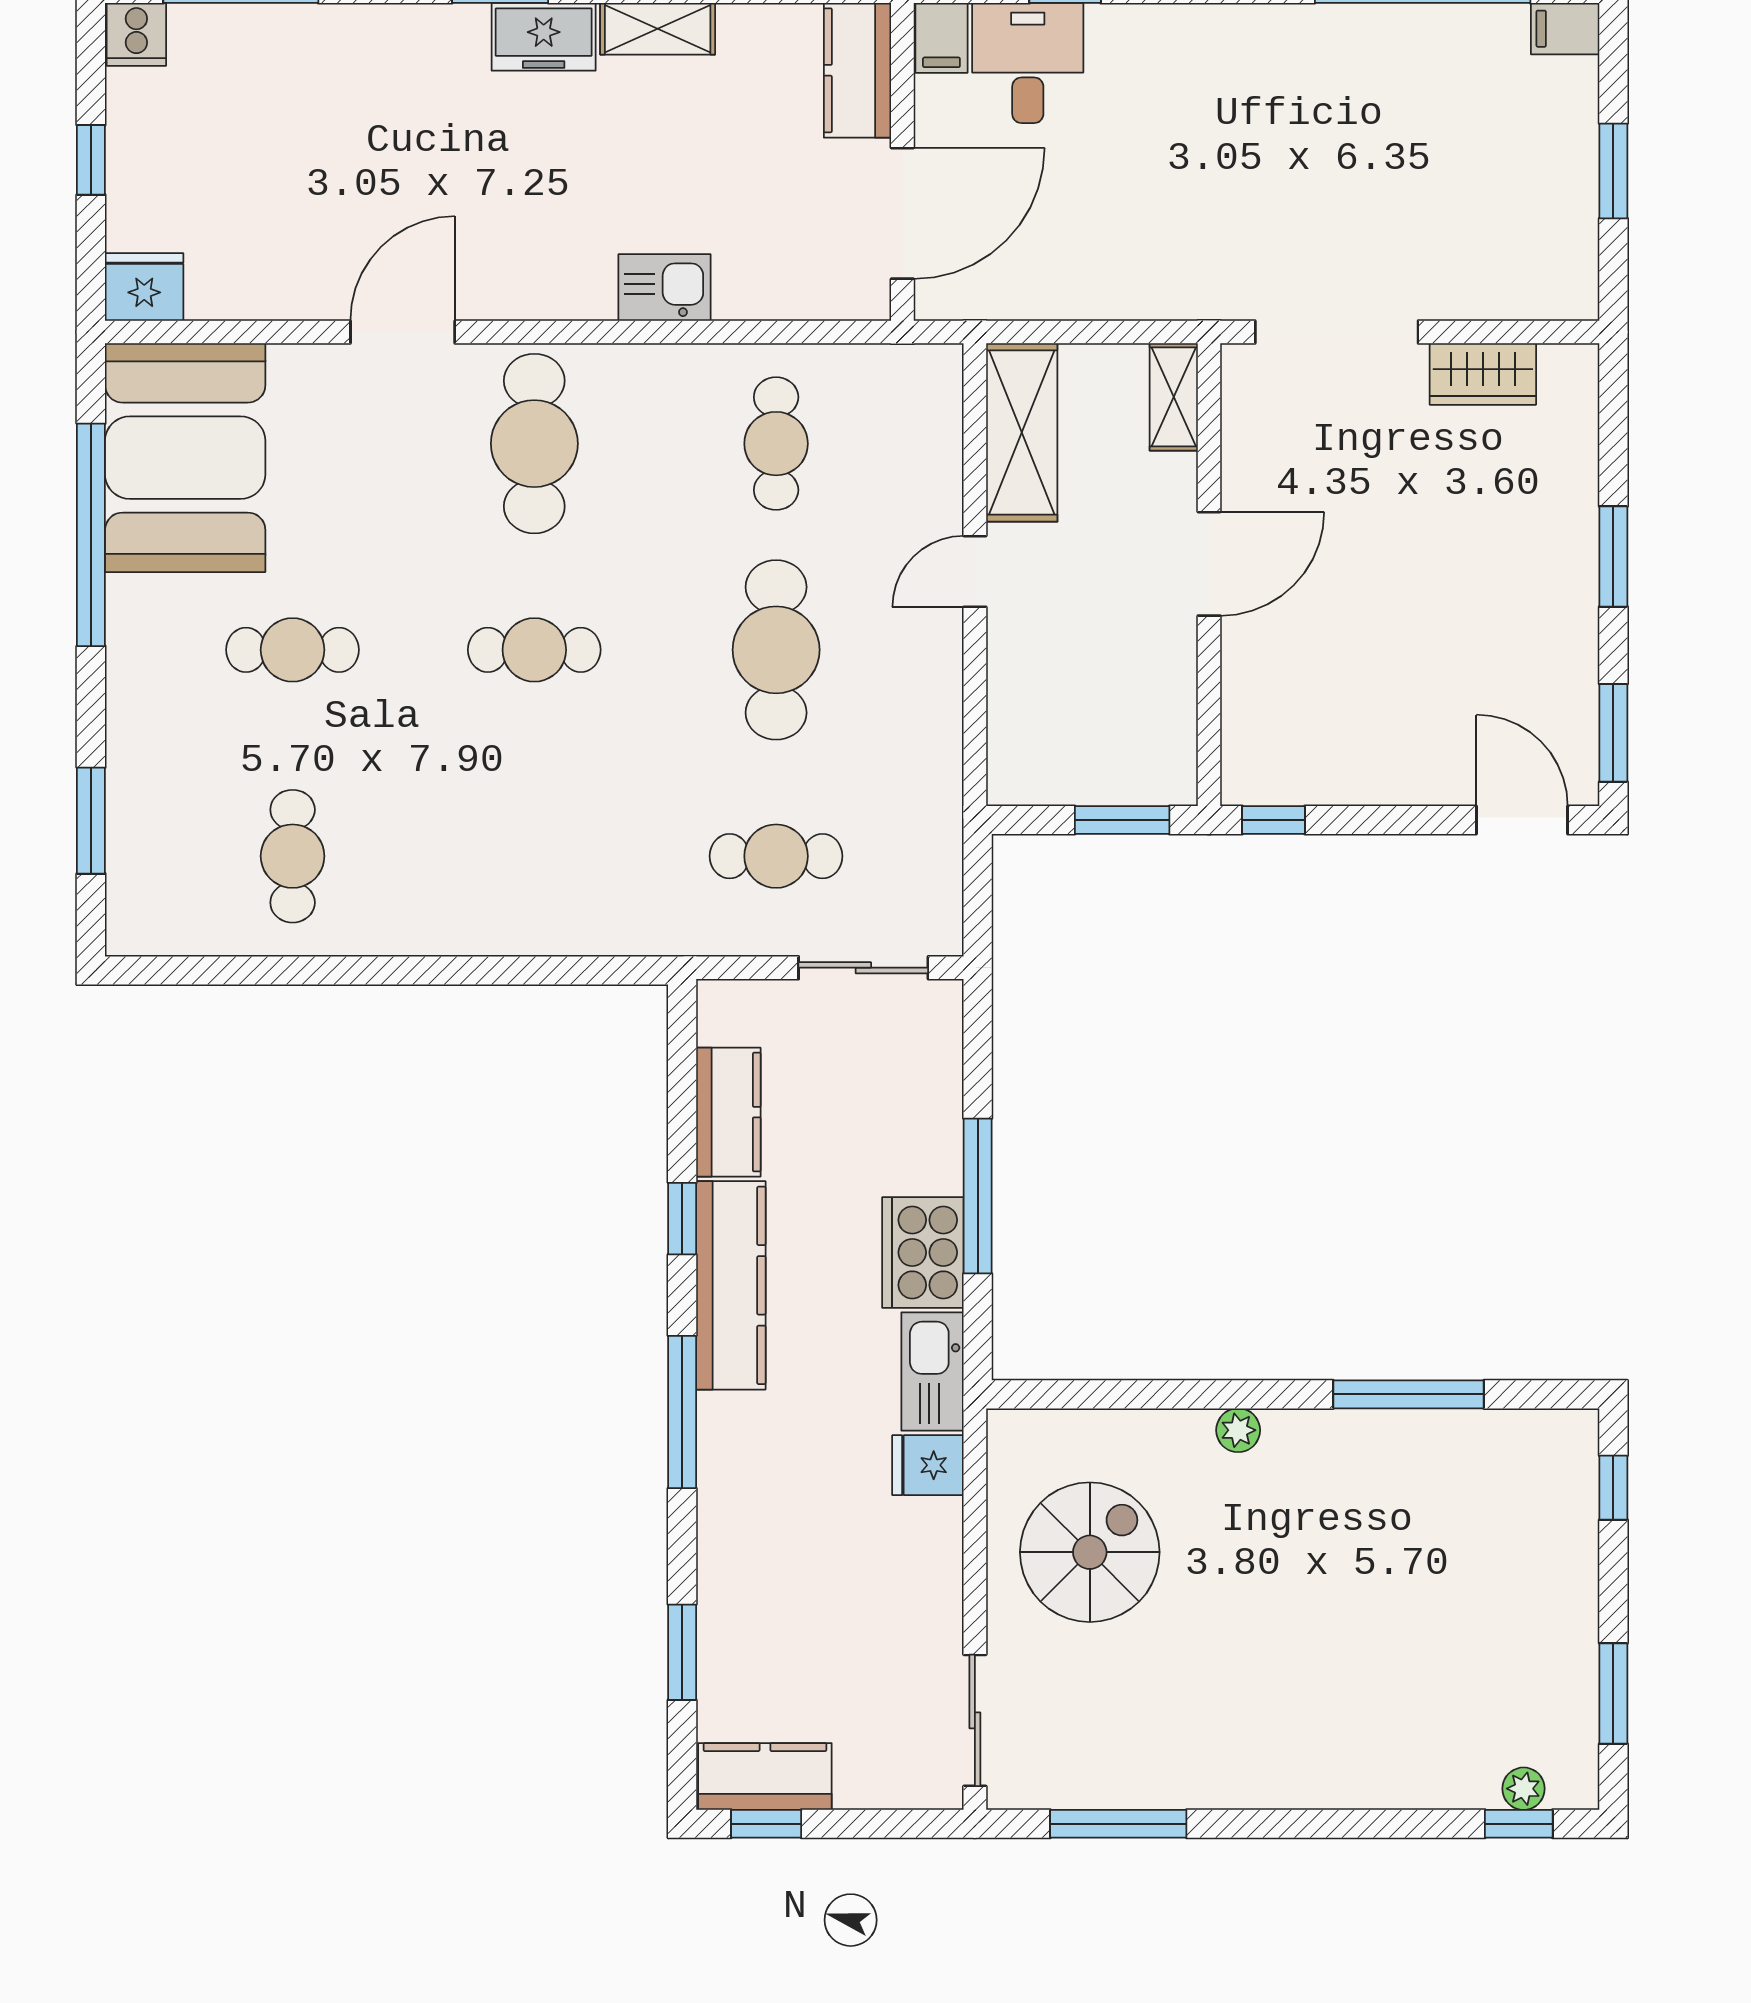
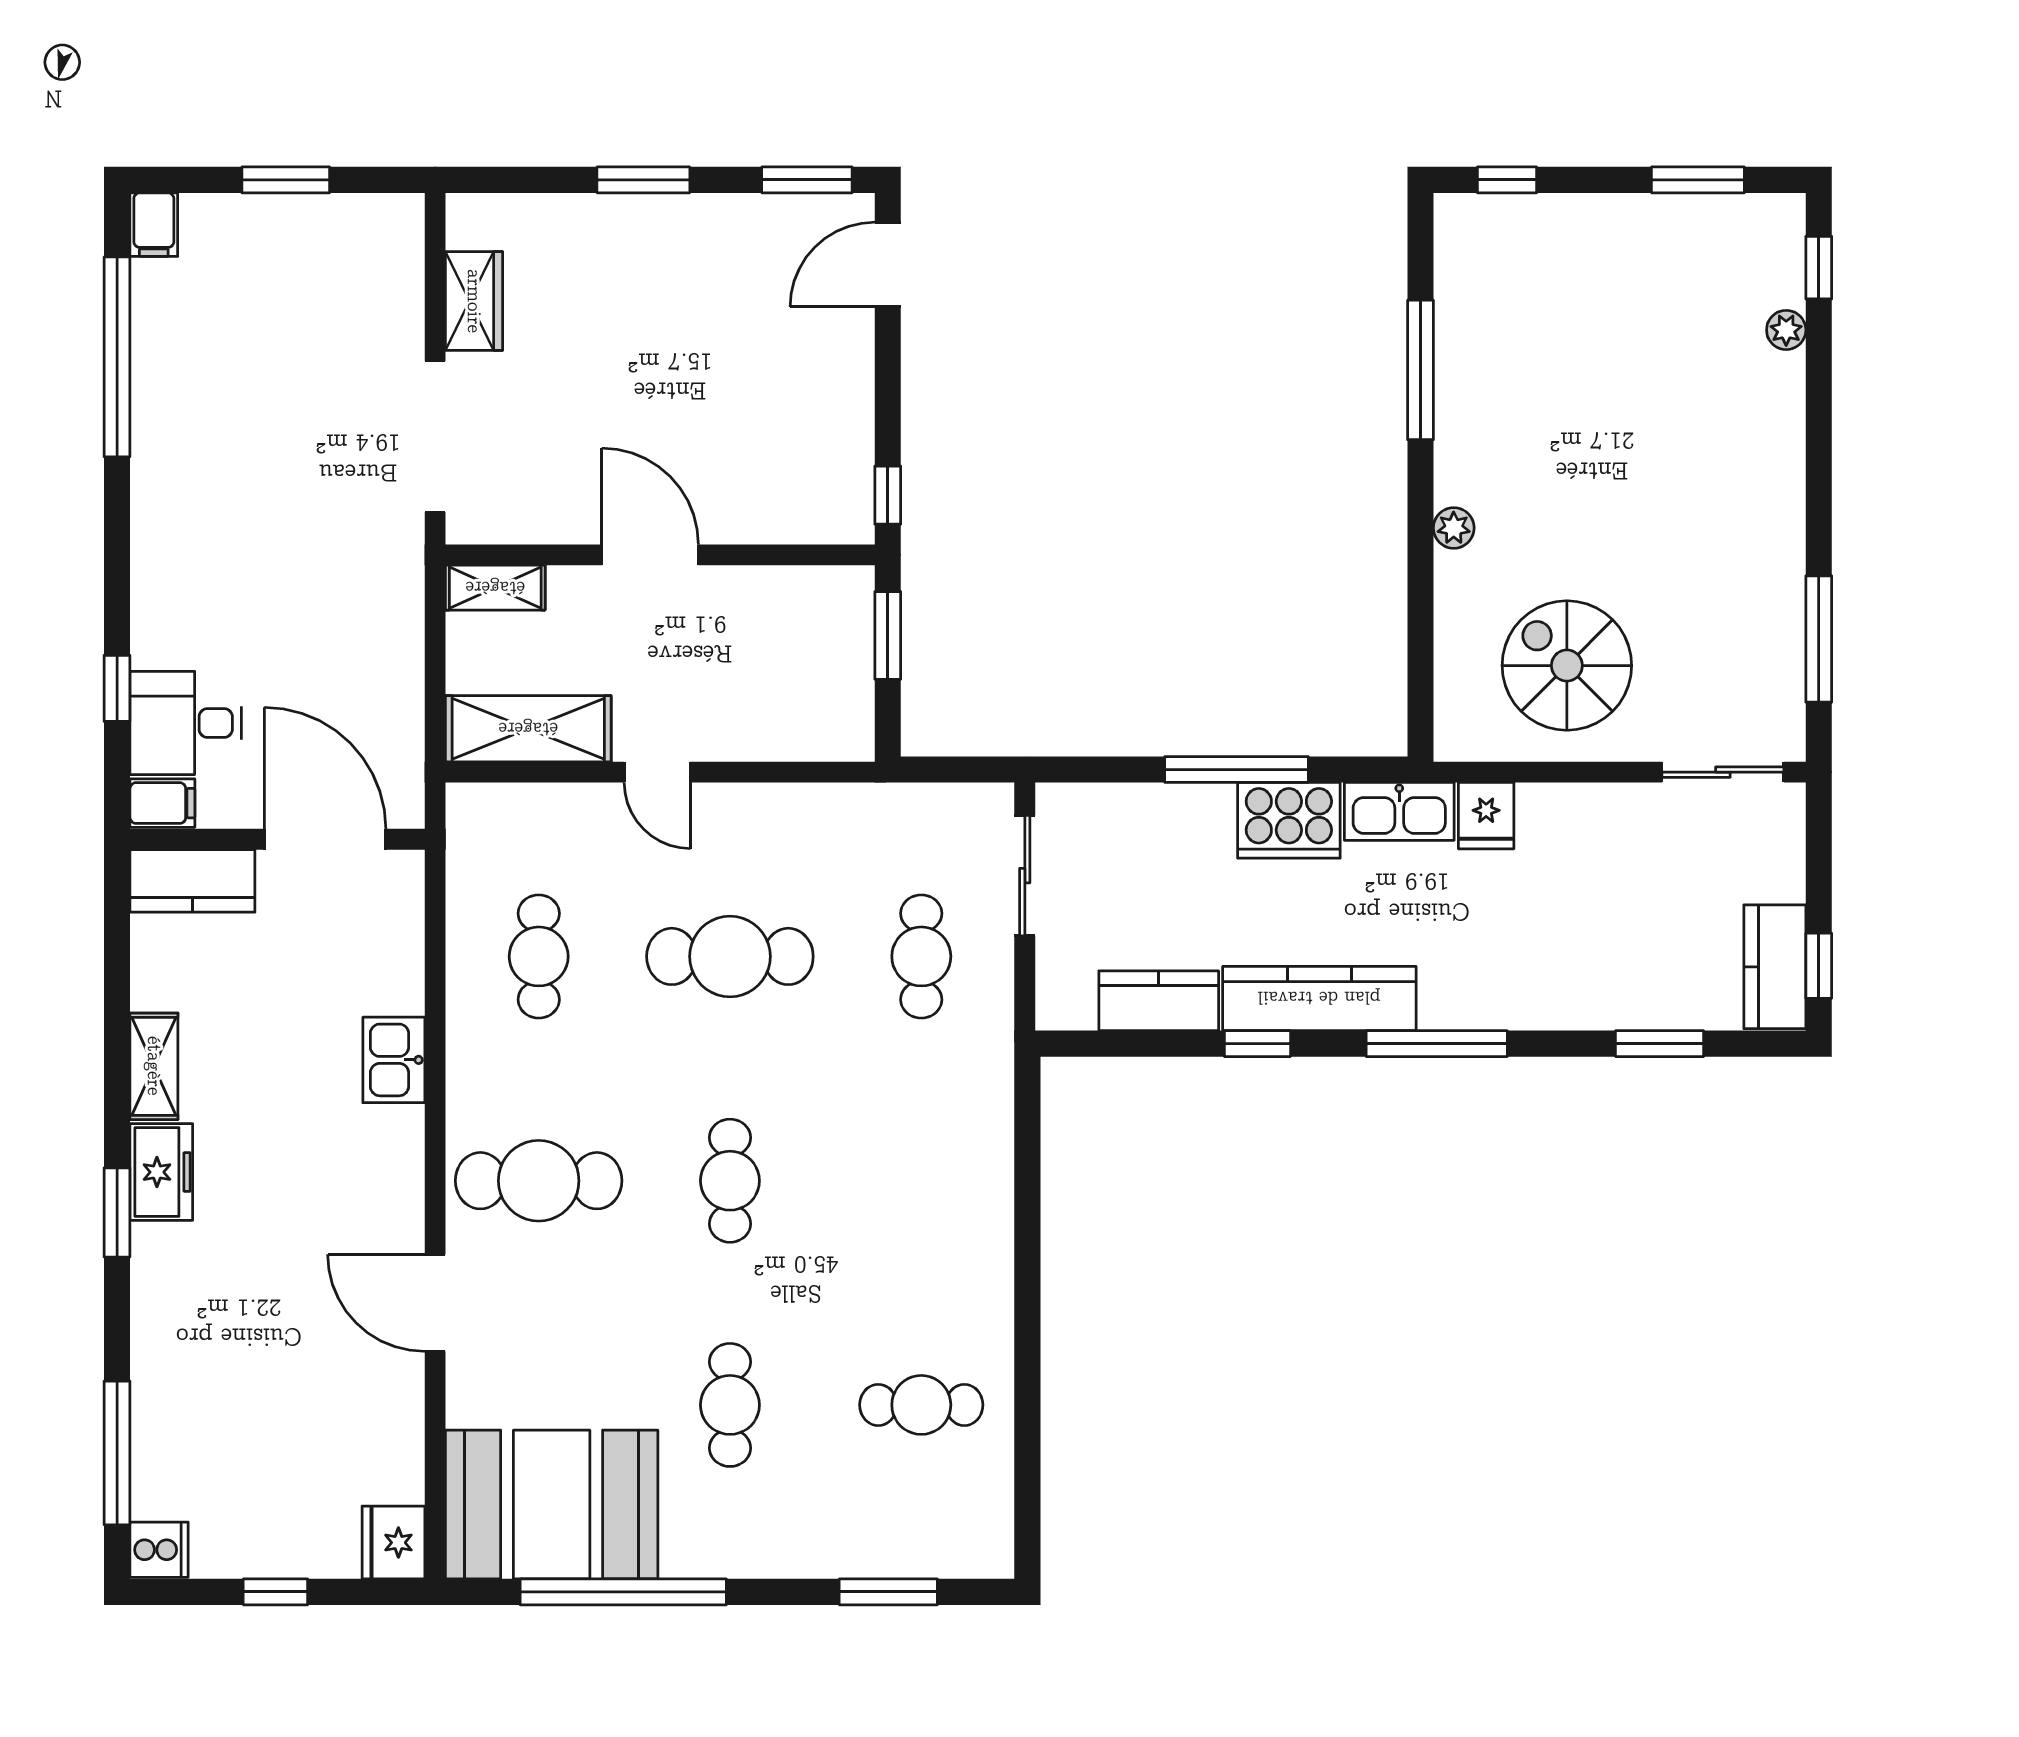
cafe table: (776, 444) -> (539, 956), turned 90
plant: (1524, 1789) -> (1786, 330), moved

